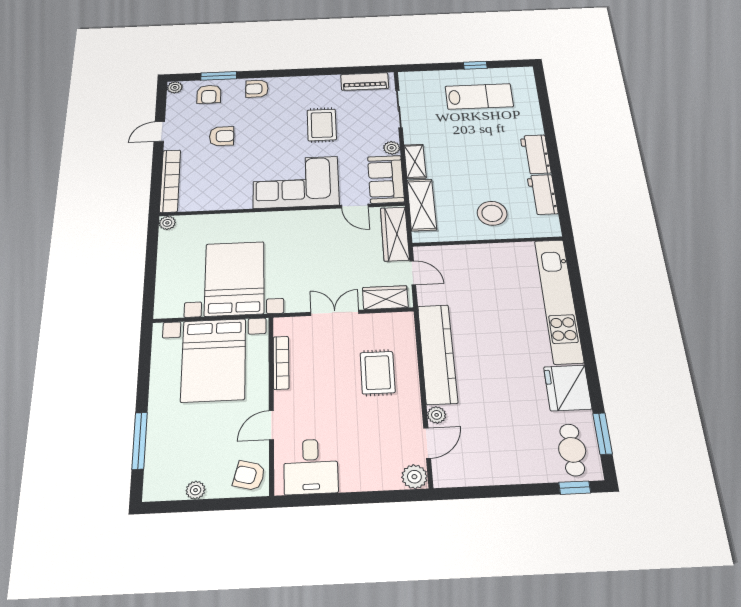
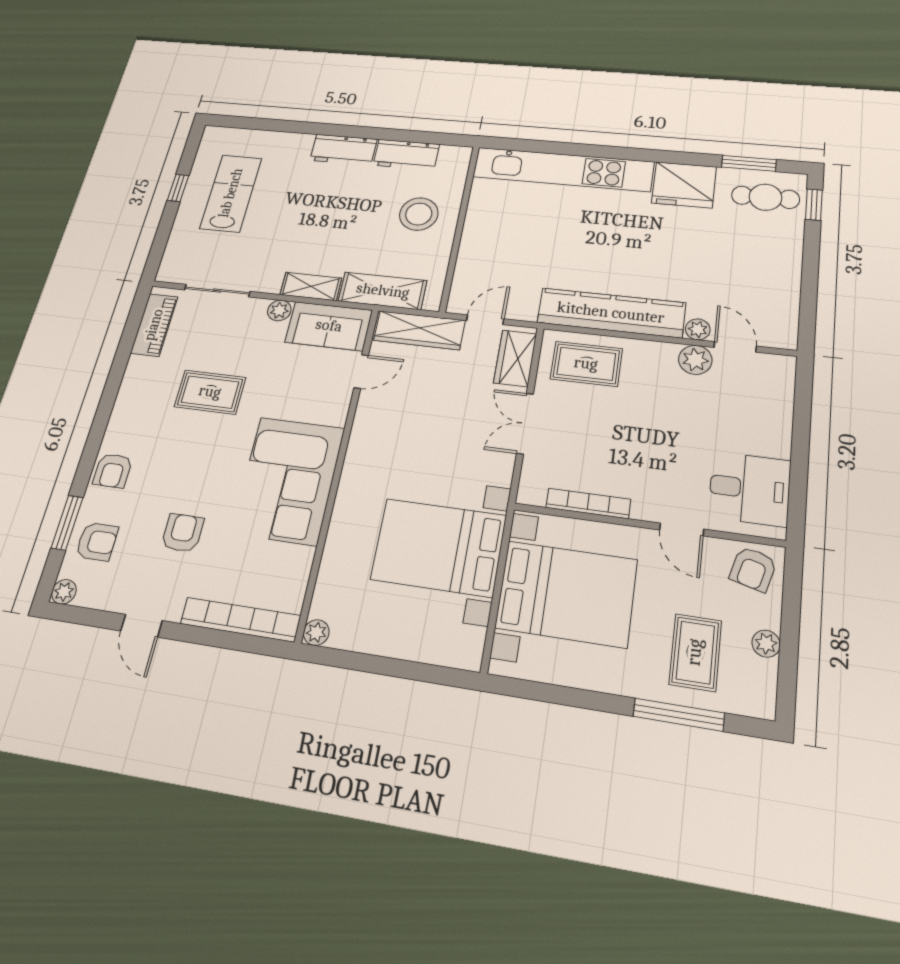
corner sofa: (296, 182) -> (288, 480), moved
rug: (378, 373) -> (586, 364), moved
rug: (183, 446) -> (695, 652), added
plant: (414, 477) -> (695, 360), moved

